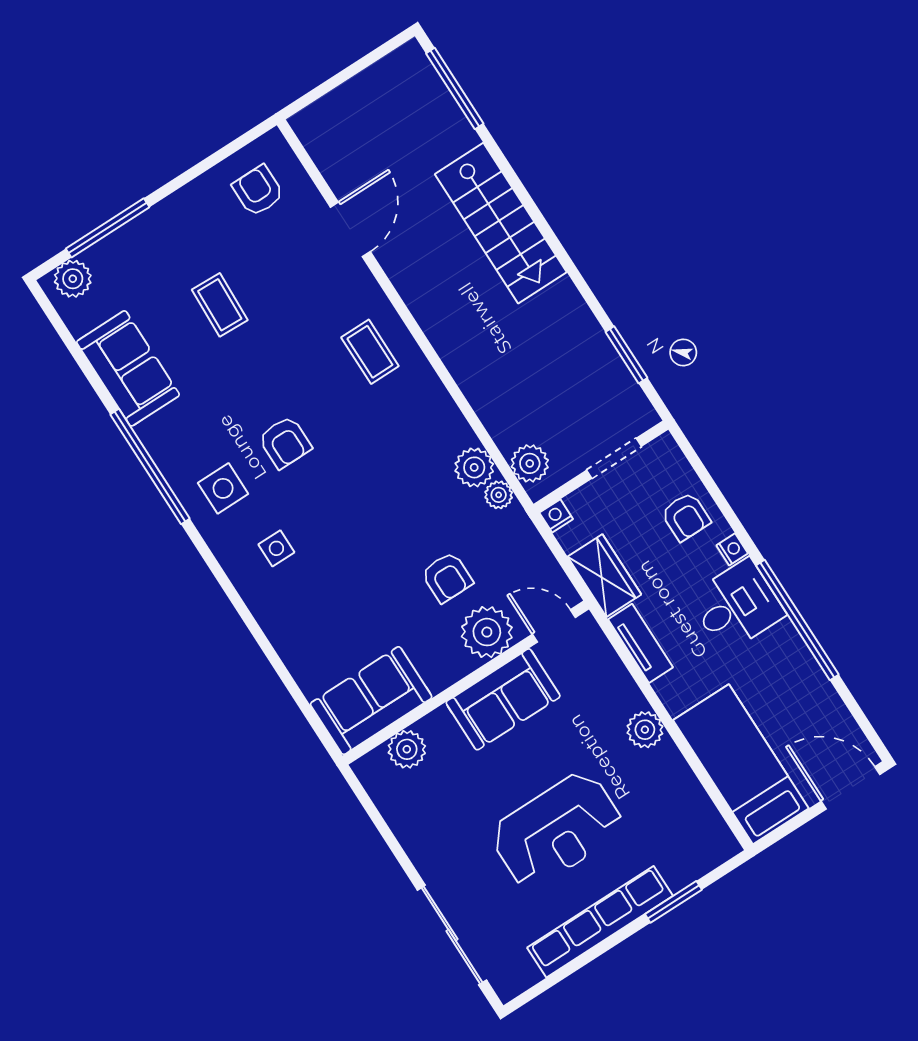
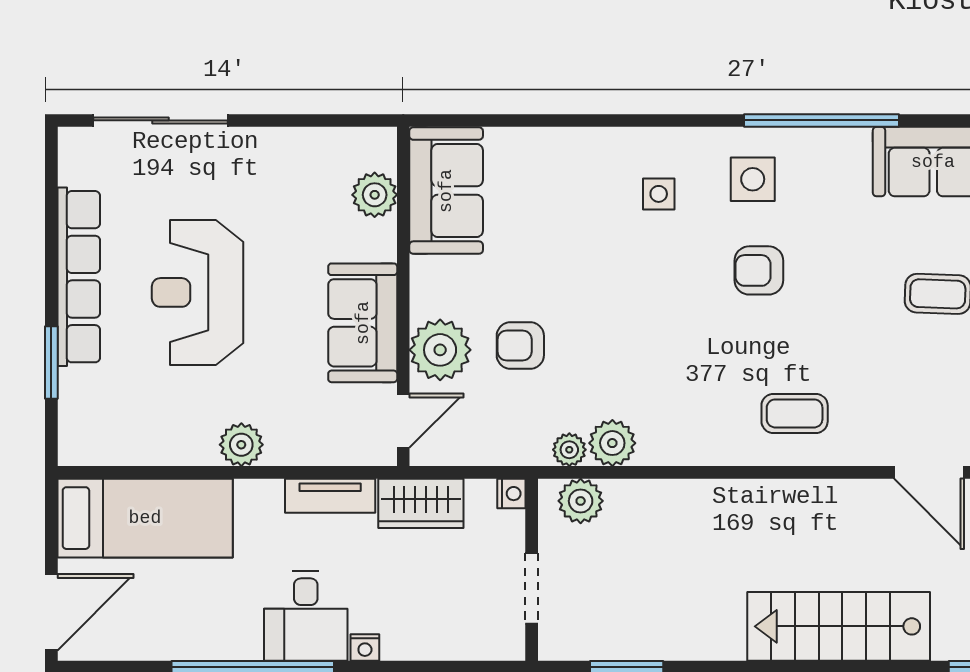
armchair: (686, 517) -> (427, 622), removed

